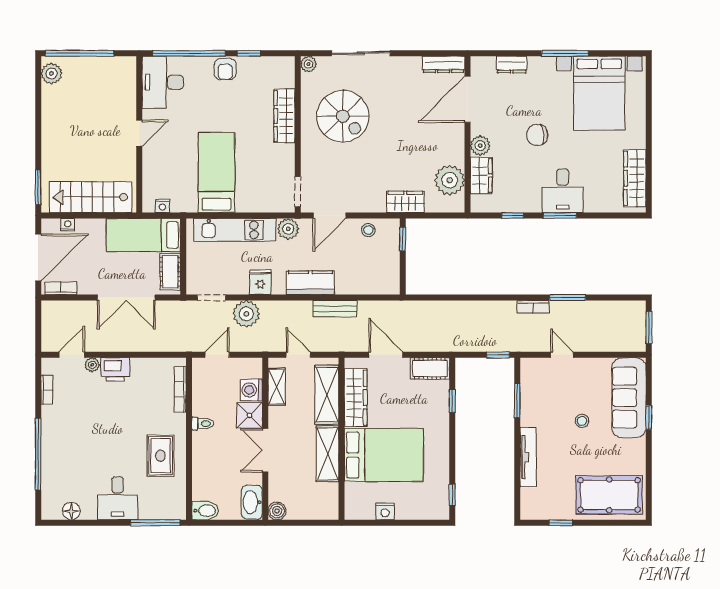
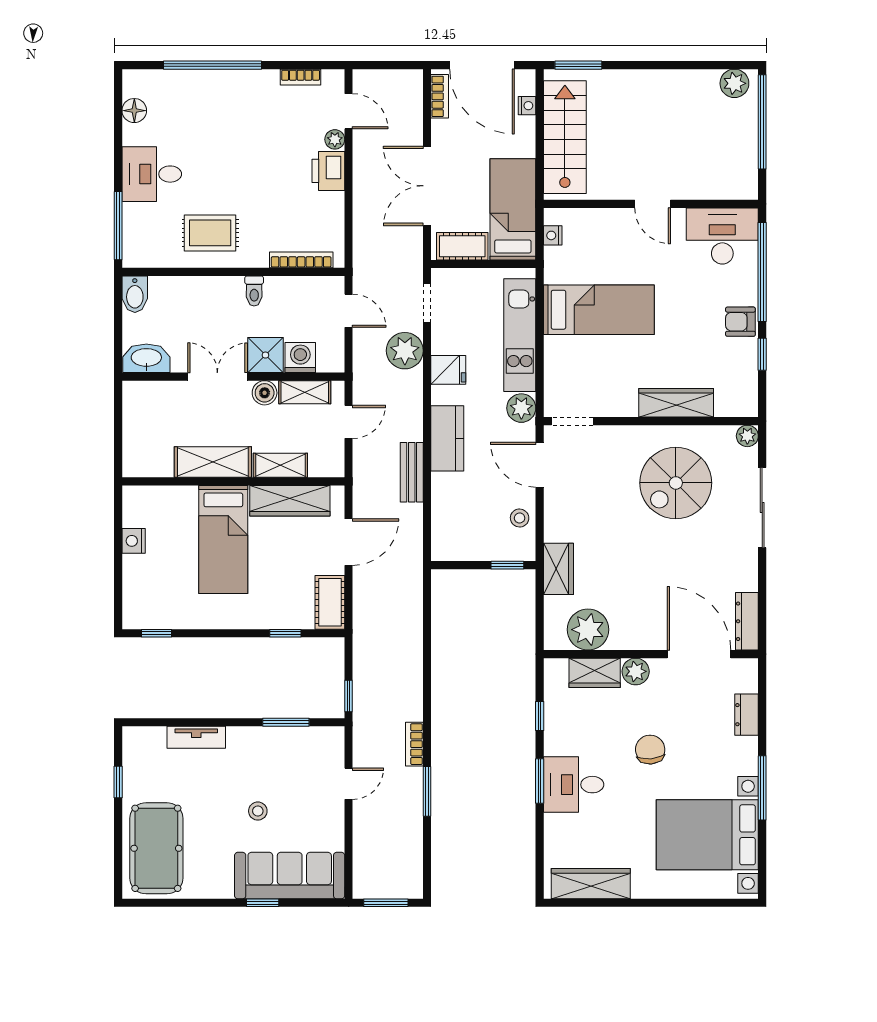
shelving: (327, 395) -> (280, 465), width x0.67, depth x0.75
bed: (384, 455) -> (223, 539), width x0.67
tv unit: (528, 457) -> (196, 737), width x0.71
boiler: (277, 511) -> (265, 393), moved

